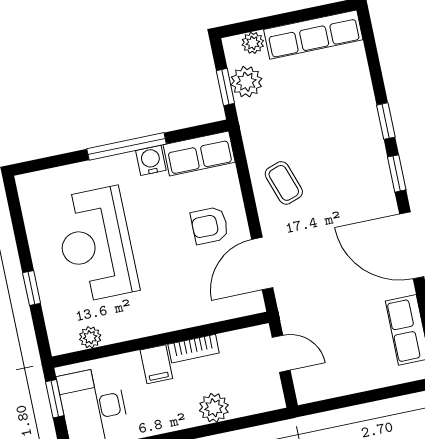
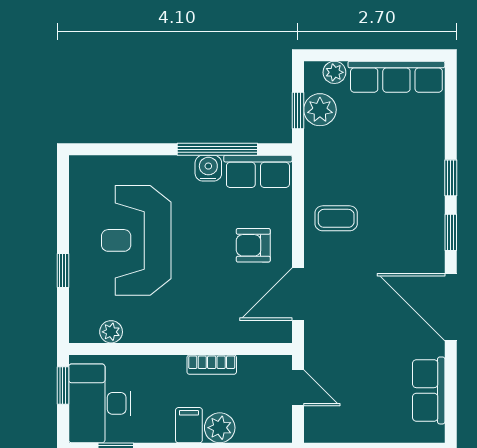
window: (127, 146) -> (217, 149), moved
coffee table: (284, 183) -> (336, 218), turned -71
filing cabinet: (156, 364) -> (189, 425), moved, turned 180

